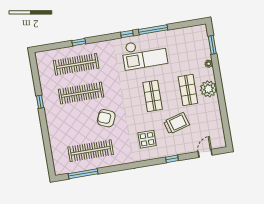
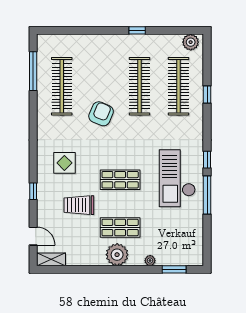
plant: (42, 61) -> (191, 42), added
trolley: (176, 123) -> (79, 205), turned 106
shelving: (220, 137) -> (51, 259), added

